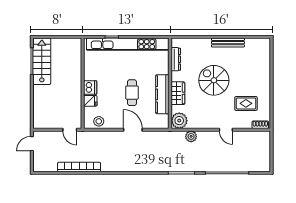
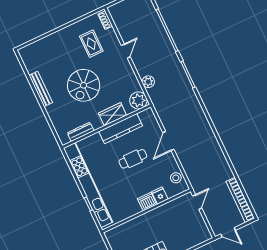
bookcase: (79, 167) -> (240, 200), moved

